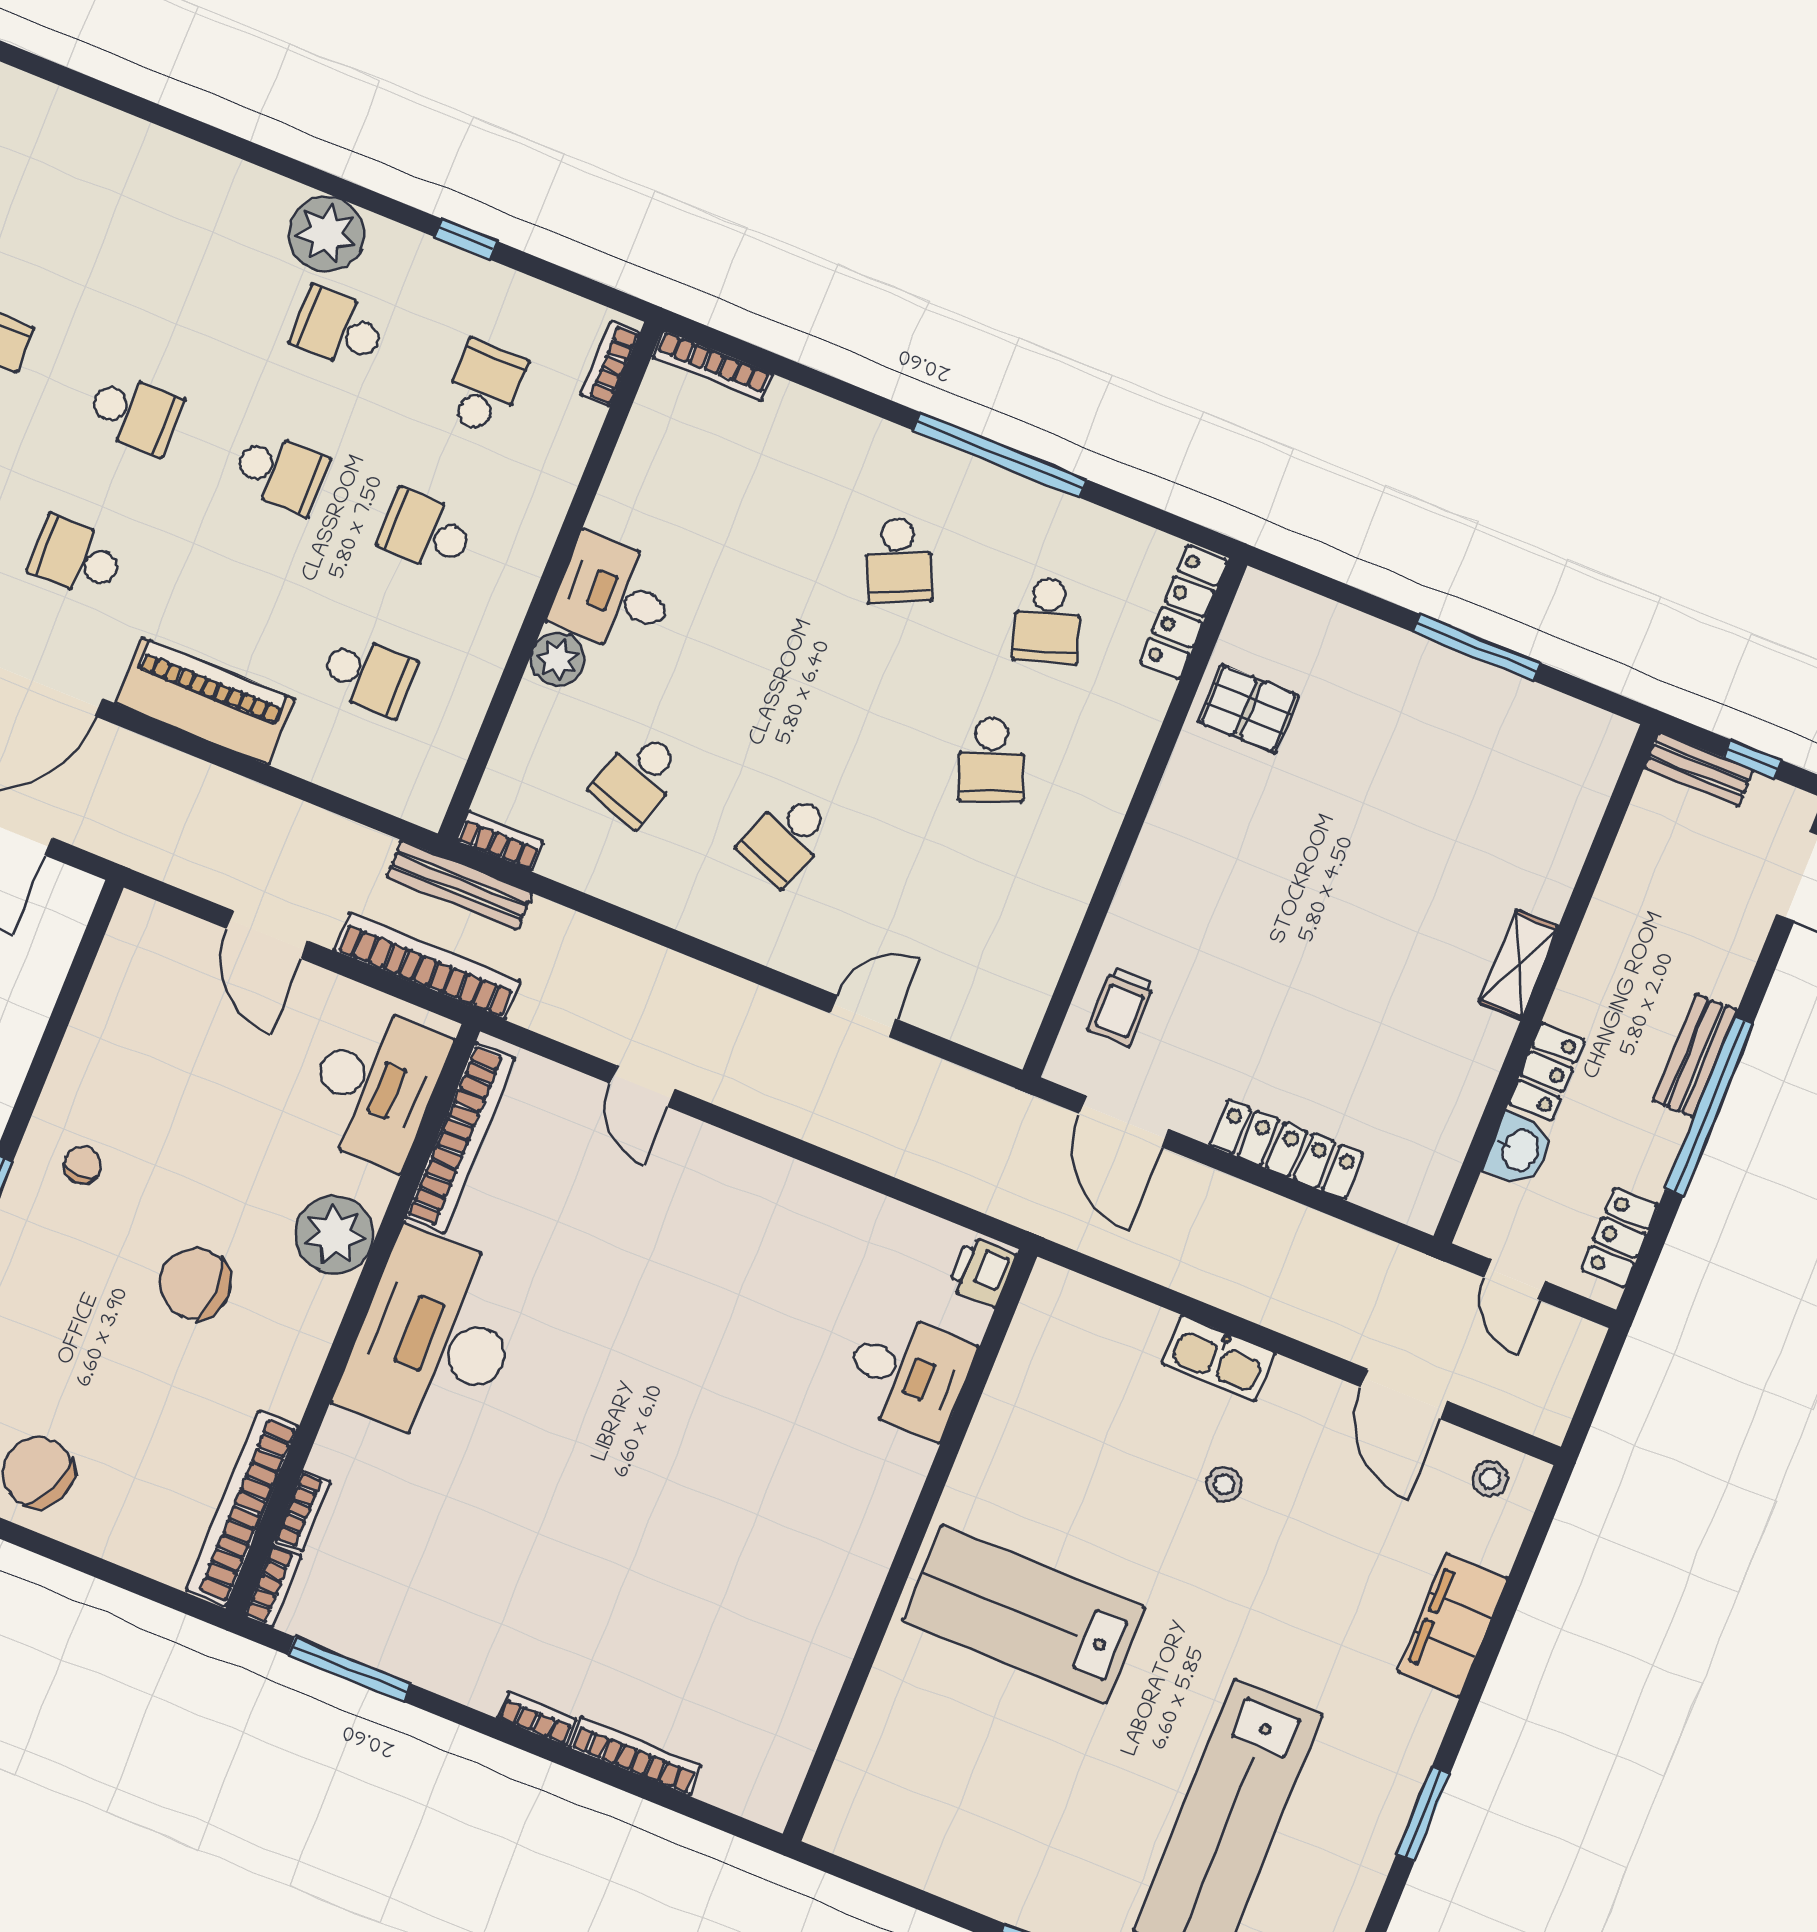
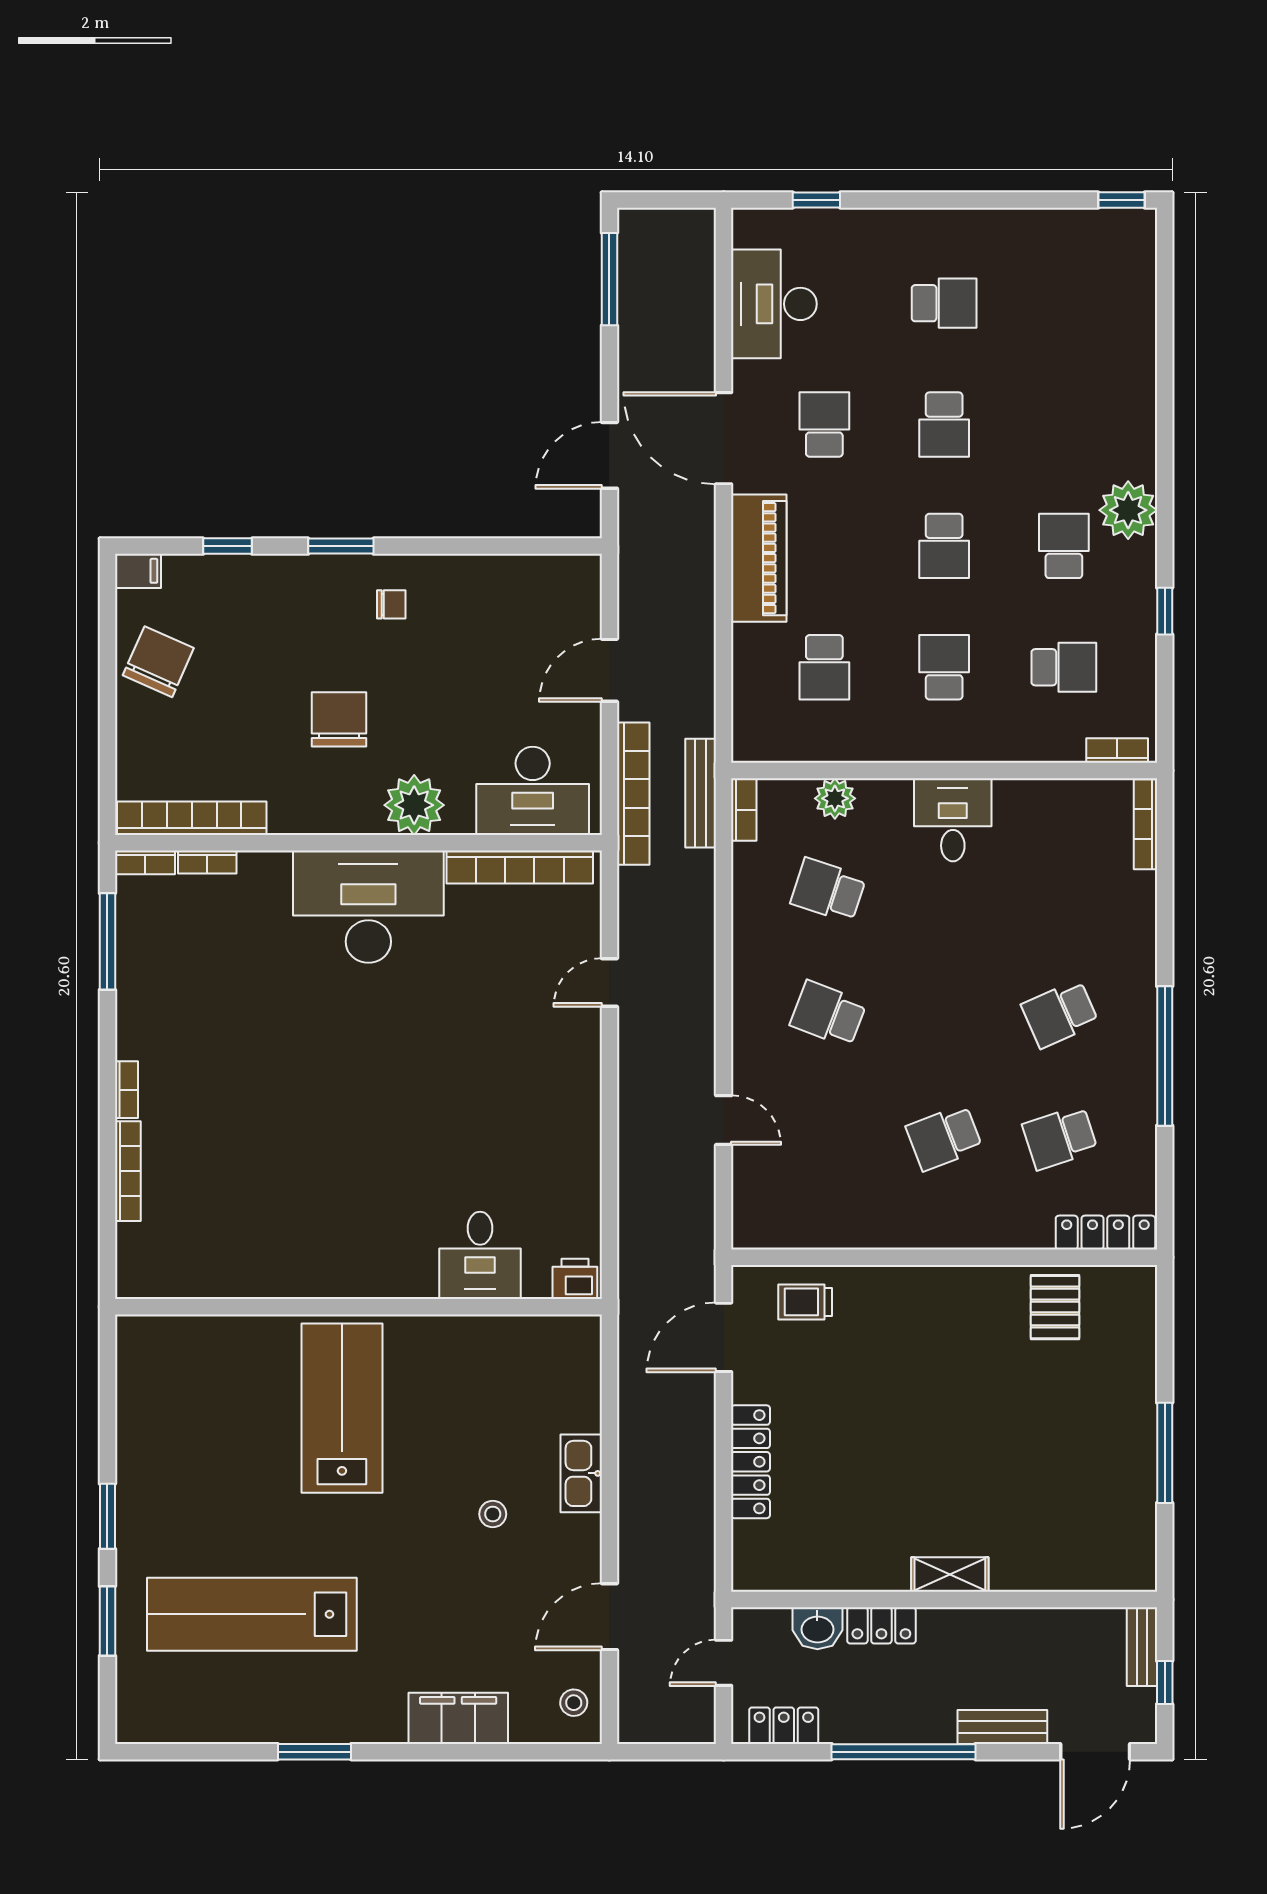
plant: (558, 659) -> (835, 798), moved
bench: (1695, 1056) -> (1002, 1727), moved

